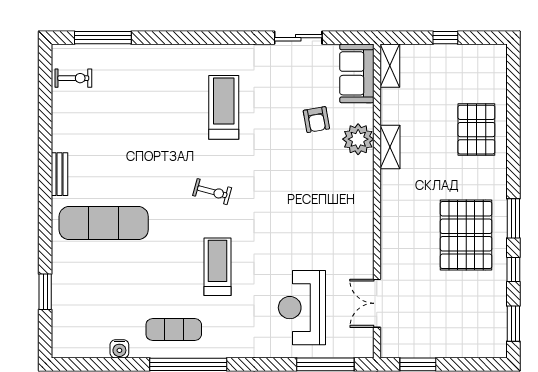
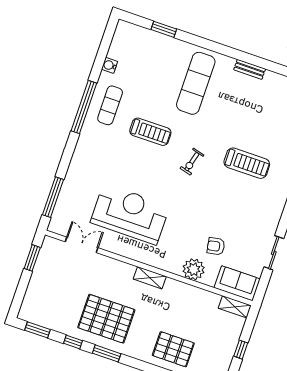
treadmill: (224, 107) -> (247, 163), moved
shelving: (390, 147) -> (150, 278), moved
bench: (60, 174) -> (250, 69), moved
treadmill: (218, 267) -> (150, 132), moved
reception desk: (302, 308) -> (130, 214), moved, width x1.36, depth x1.30

